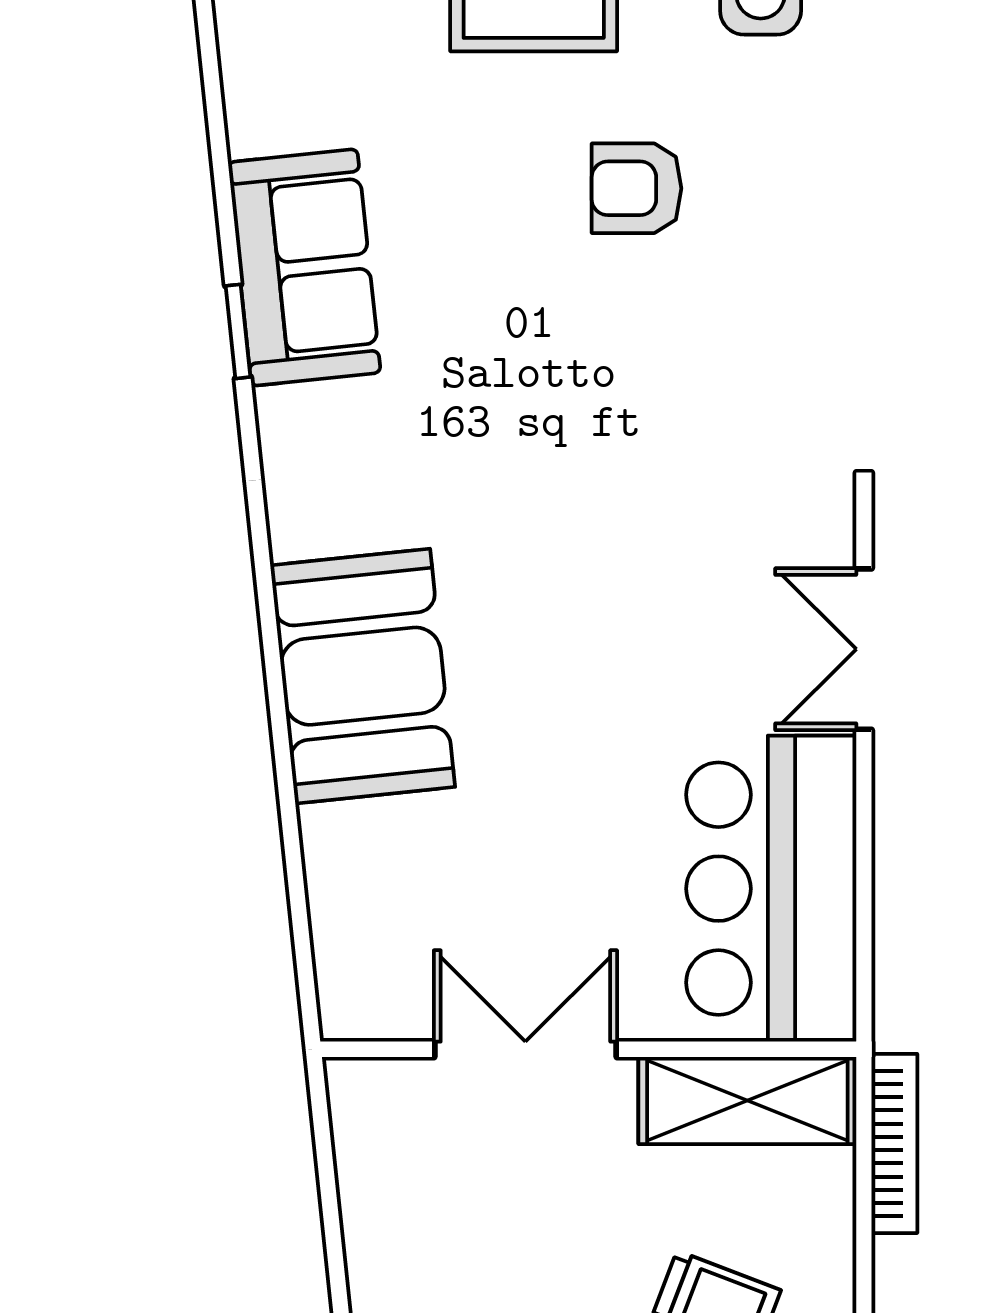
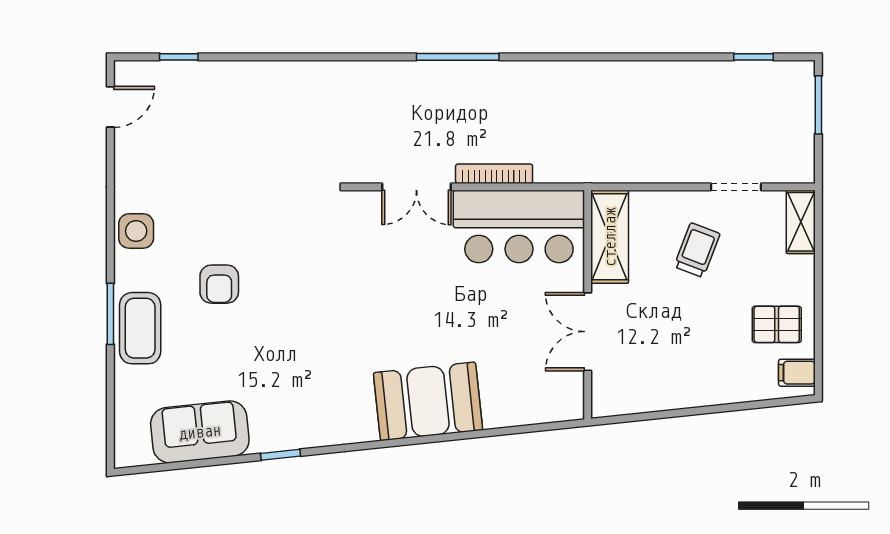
sofa: (304, 267) -> (200, 432), moved
bookcase: (894, 1143) -> (494, 174), moved

